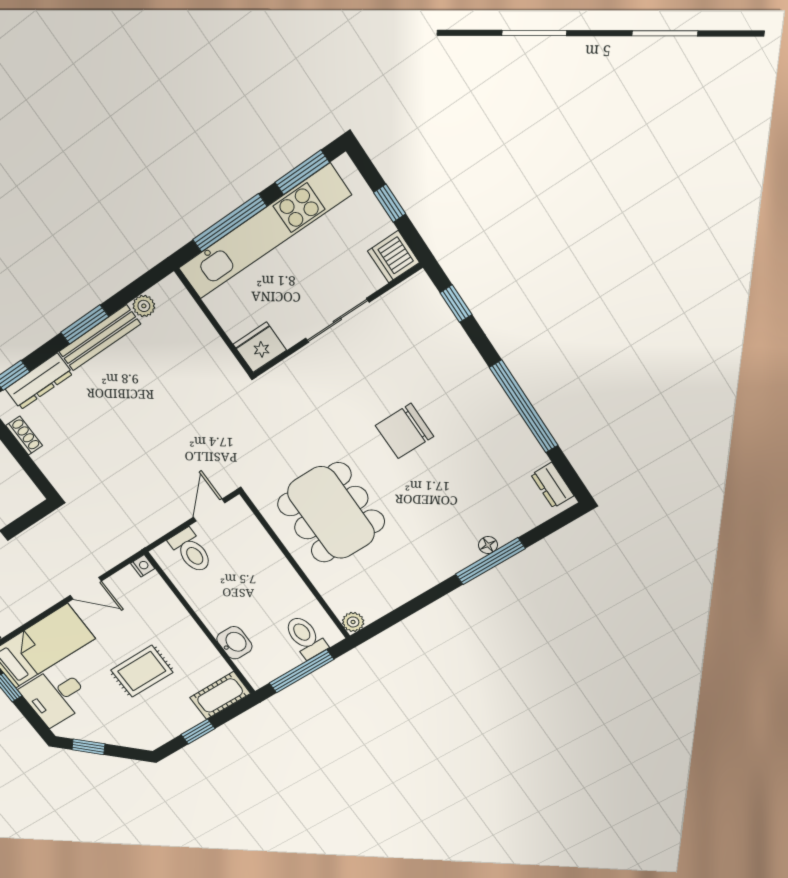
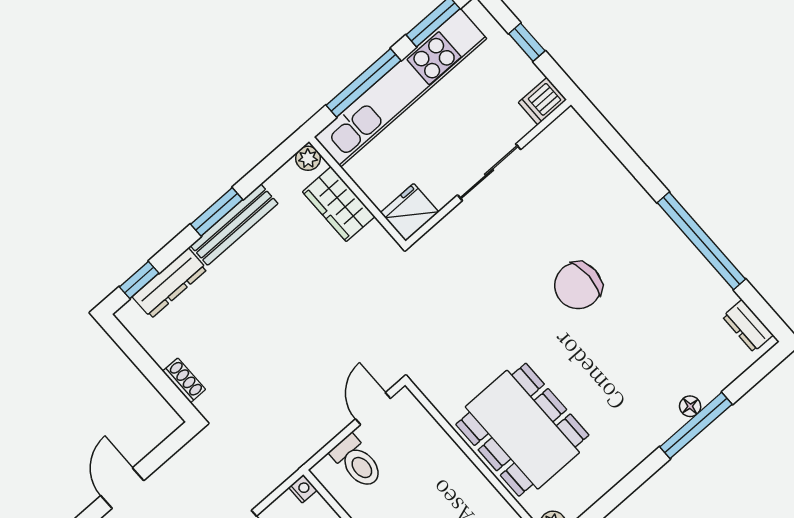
dishwasher: (393, 257) -> (543, 101), width x0.73
window: (456, 304) -> (611, 138), removed
plant: (144, 306) -> (308, 158), moved
wardrobe: (196, 332) -> (339, 204), added
shoe rack: (24, 436) -> (184, 380), moved
dining table: (331, 513) -> (522, 430), moved

